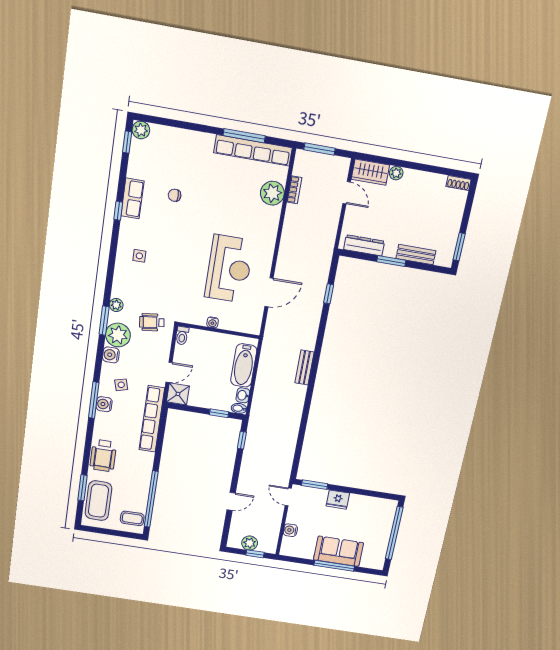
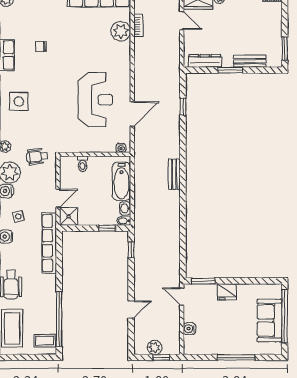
side table: (139, 256) -> (19, 101), width x1.87, depth x1.87
water cooler: (213, 322) -> (121, 148), moved
toilet: (182, 336) -> (82, 164), moved
sofa: (338, 551) -> (269, 321), moved, turned -90

